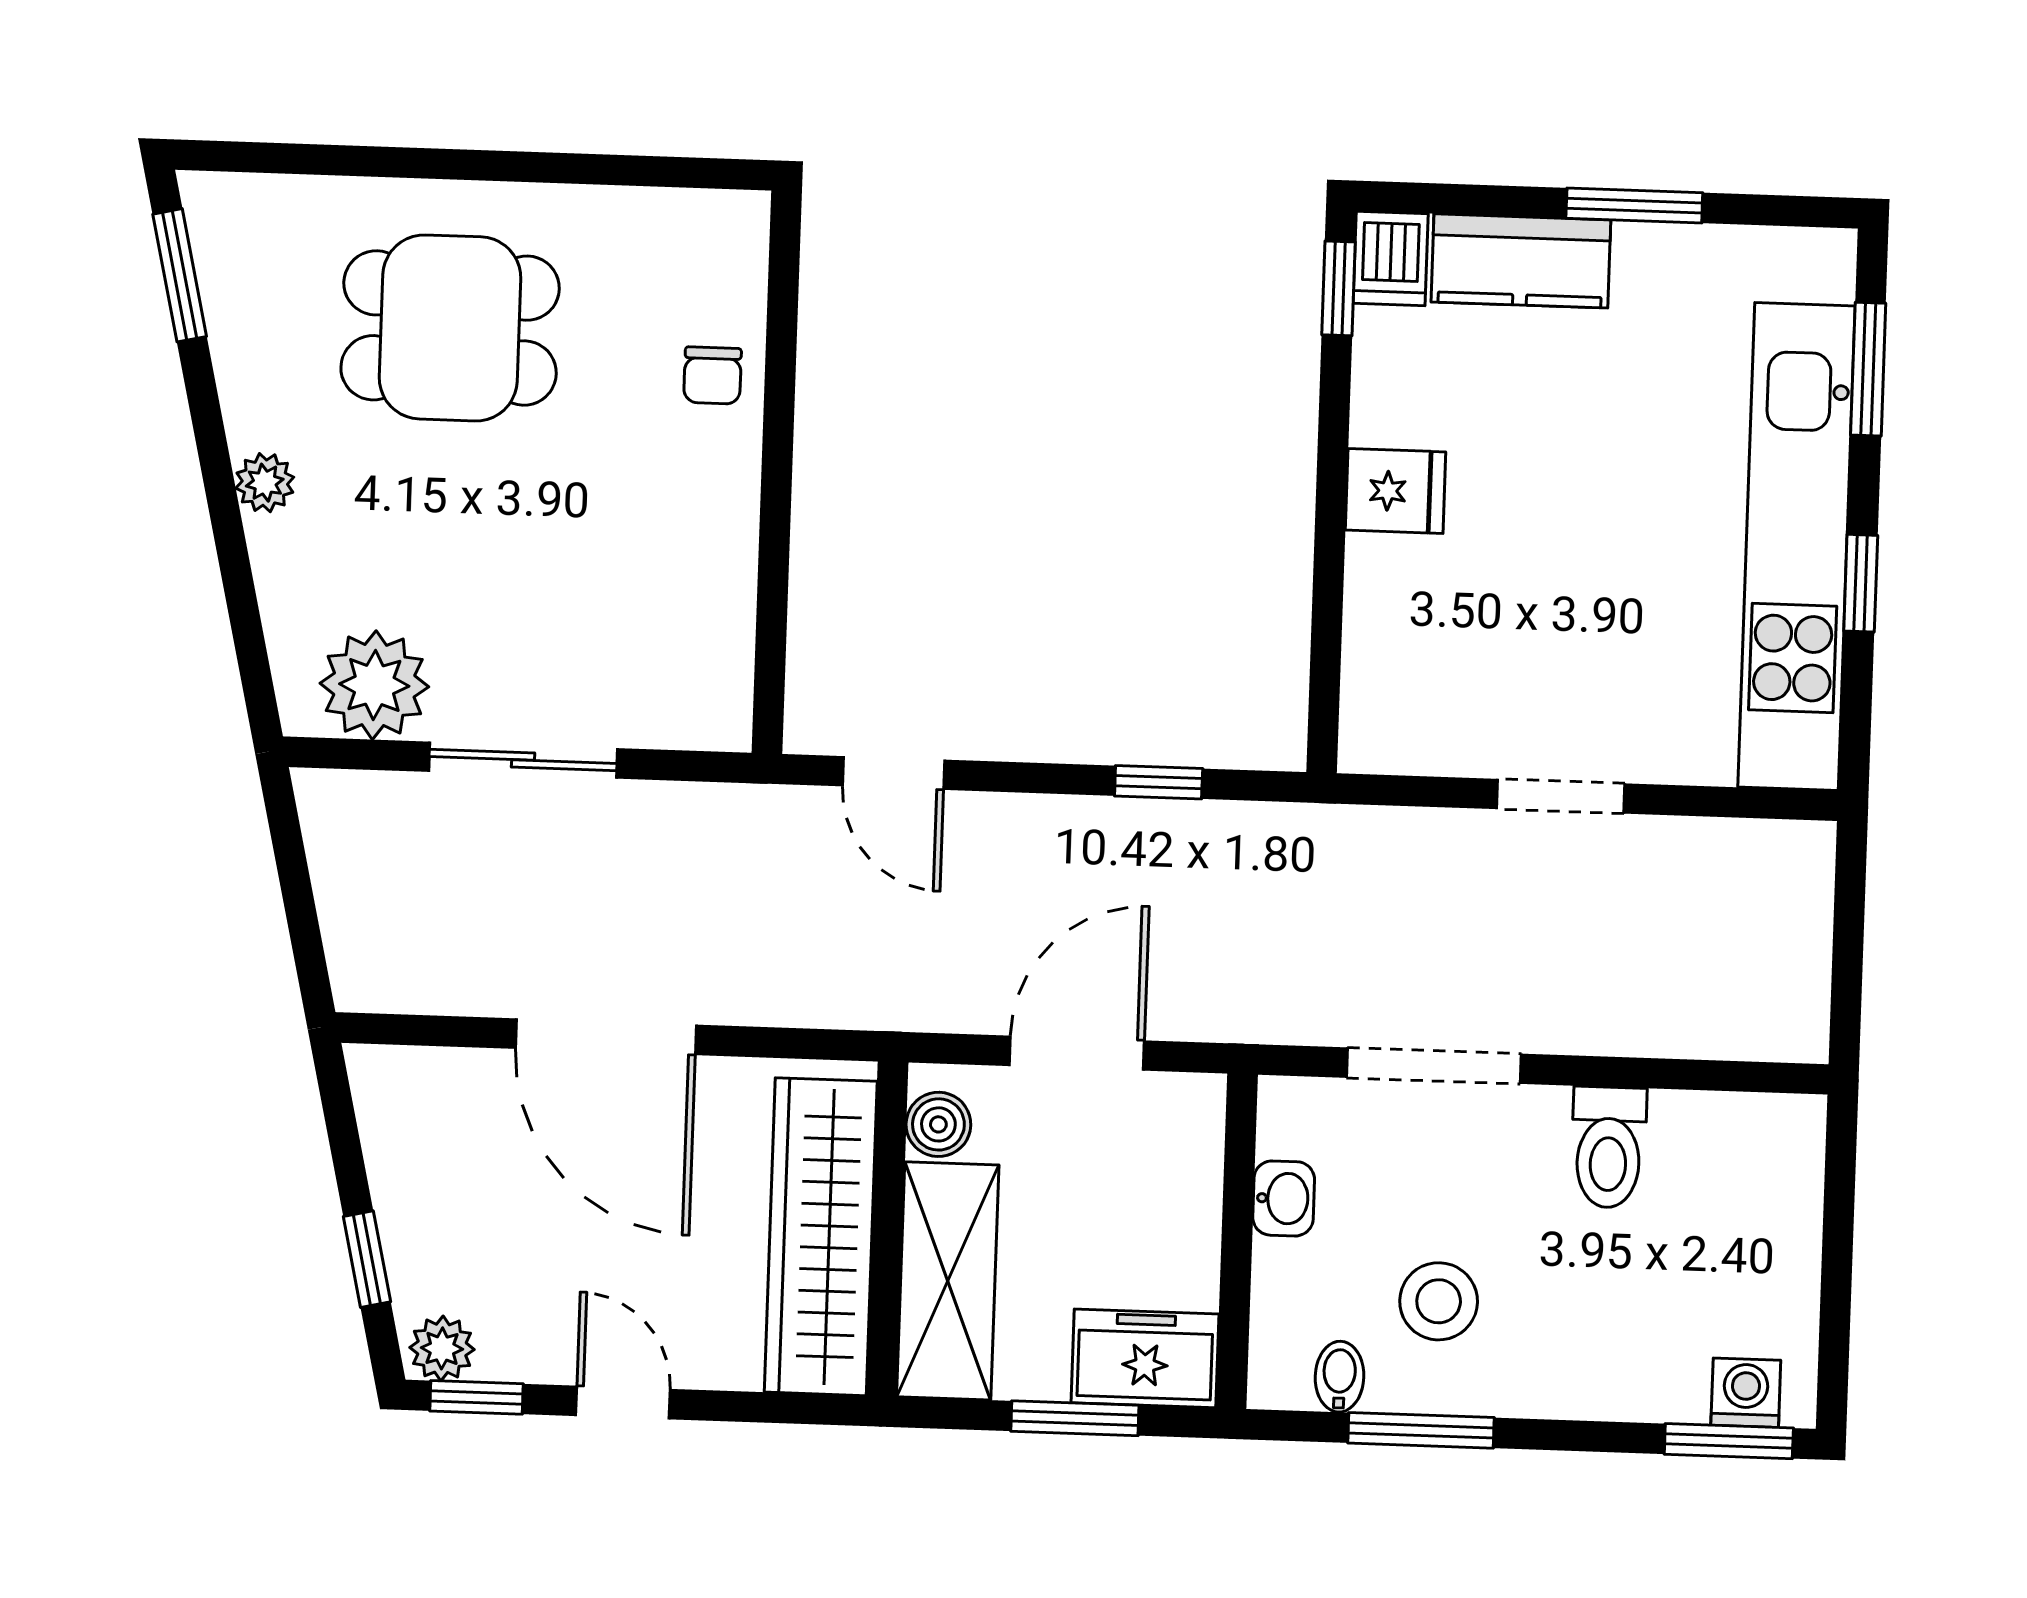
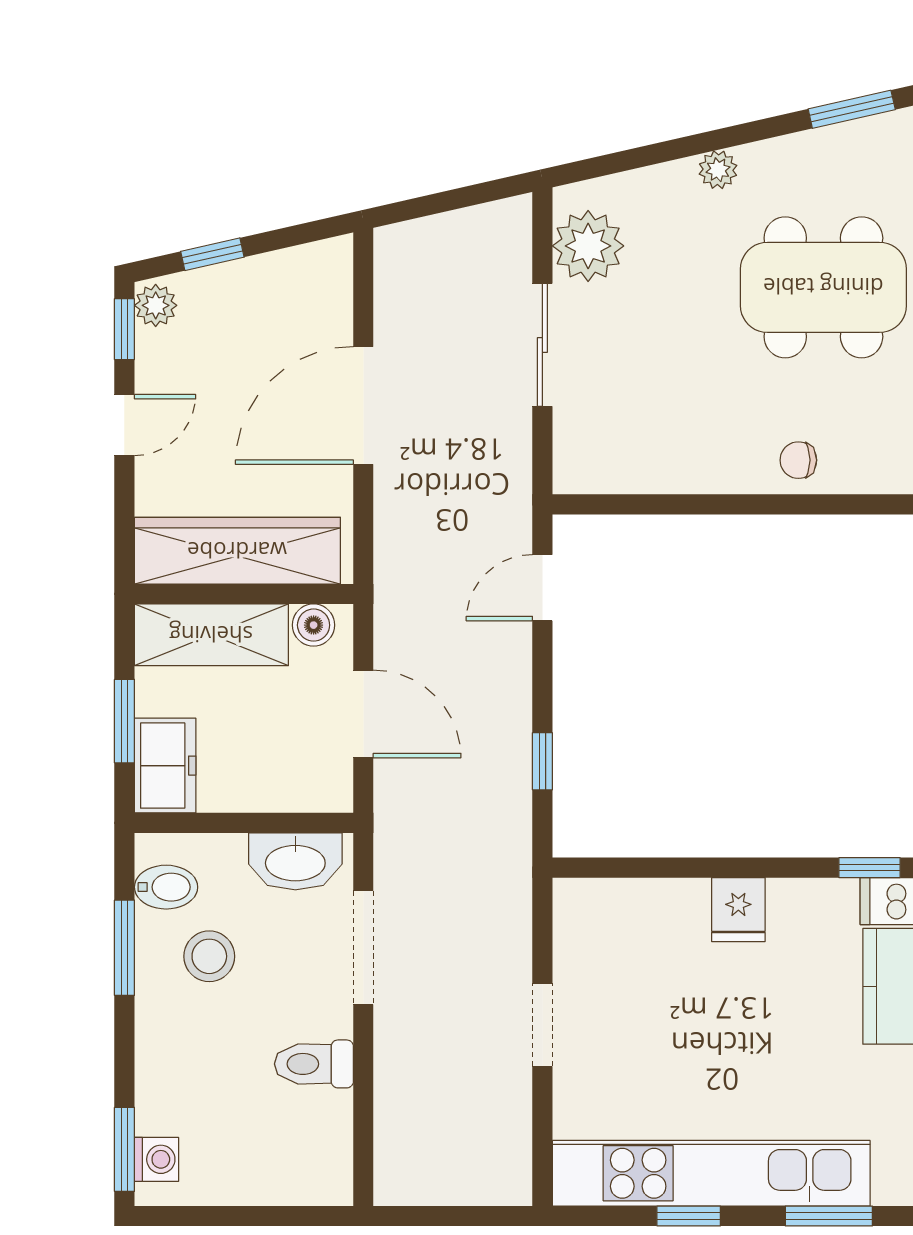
dining table: (450, 328) -> (823, 287), width x1.38
washbasin: (1284, 1198) -> (295, 861), width x1.91, depth x1.45
bidet: (1339, 1377) -> (166, 887), width x1.38, depth x1.36

